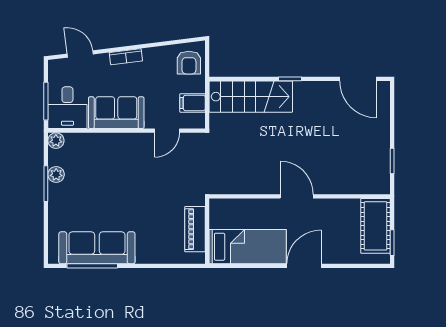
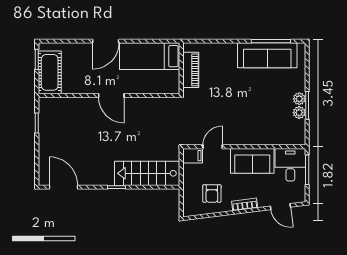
armchair: (189, 63) -> (212, 194), moved, turned 180
filing cabinet: (193, 103) -> (193, 156), moved
plant: (56, 141) -> (299, 99), moved

